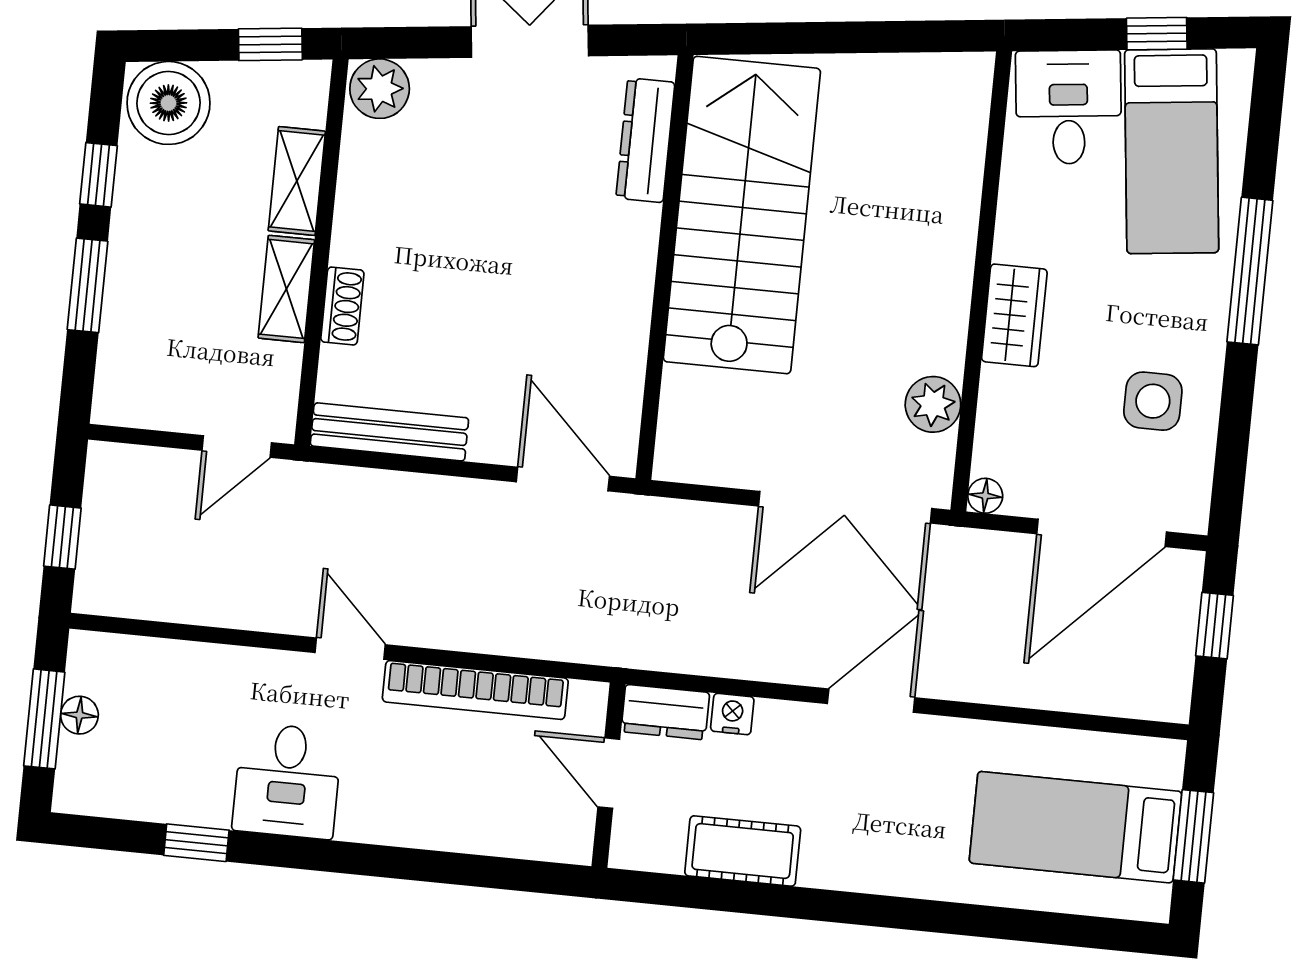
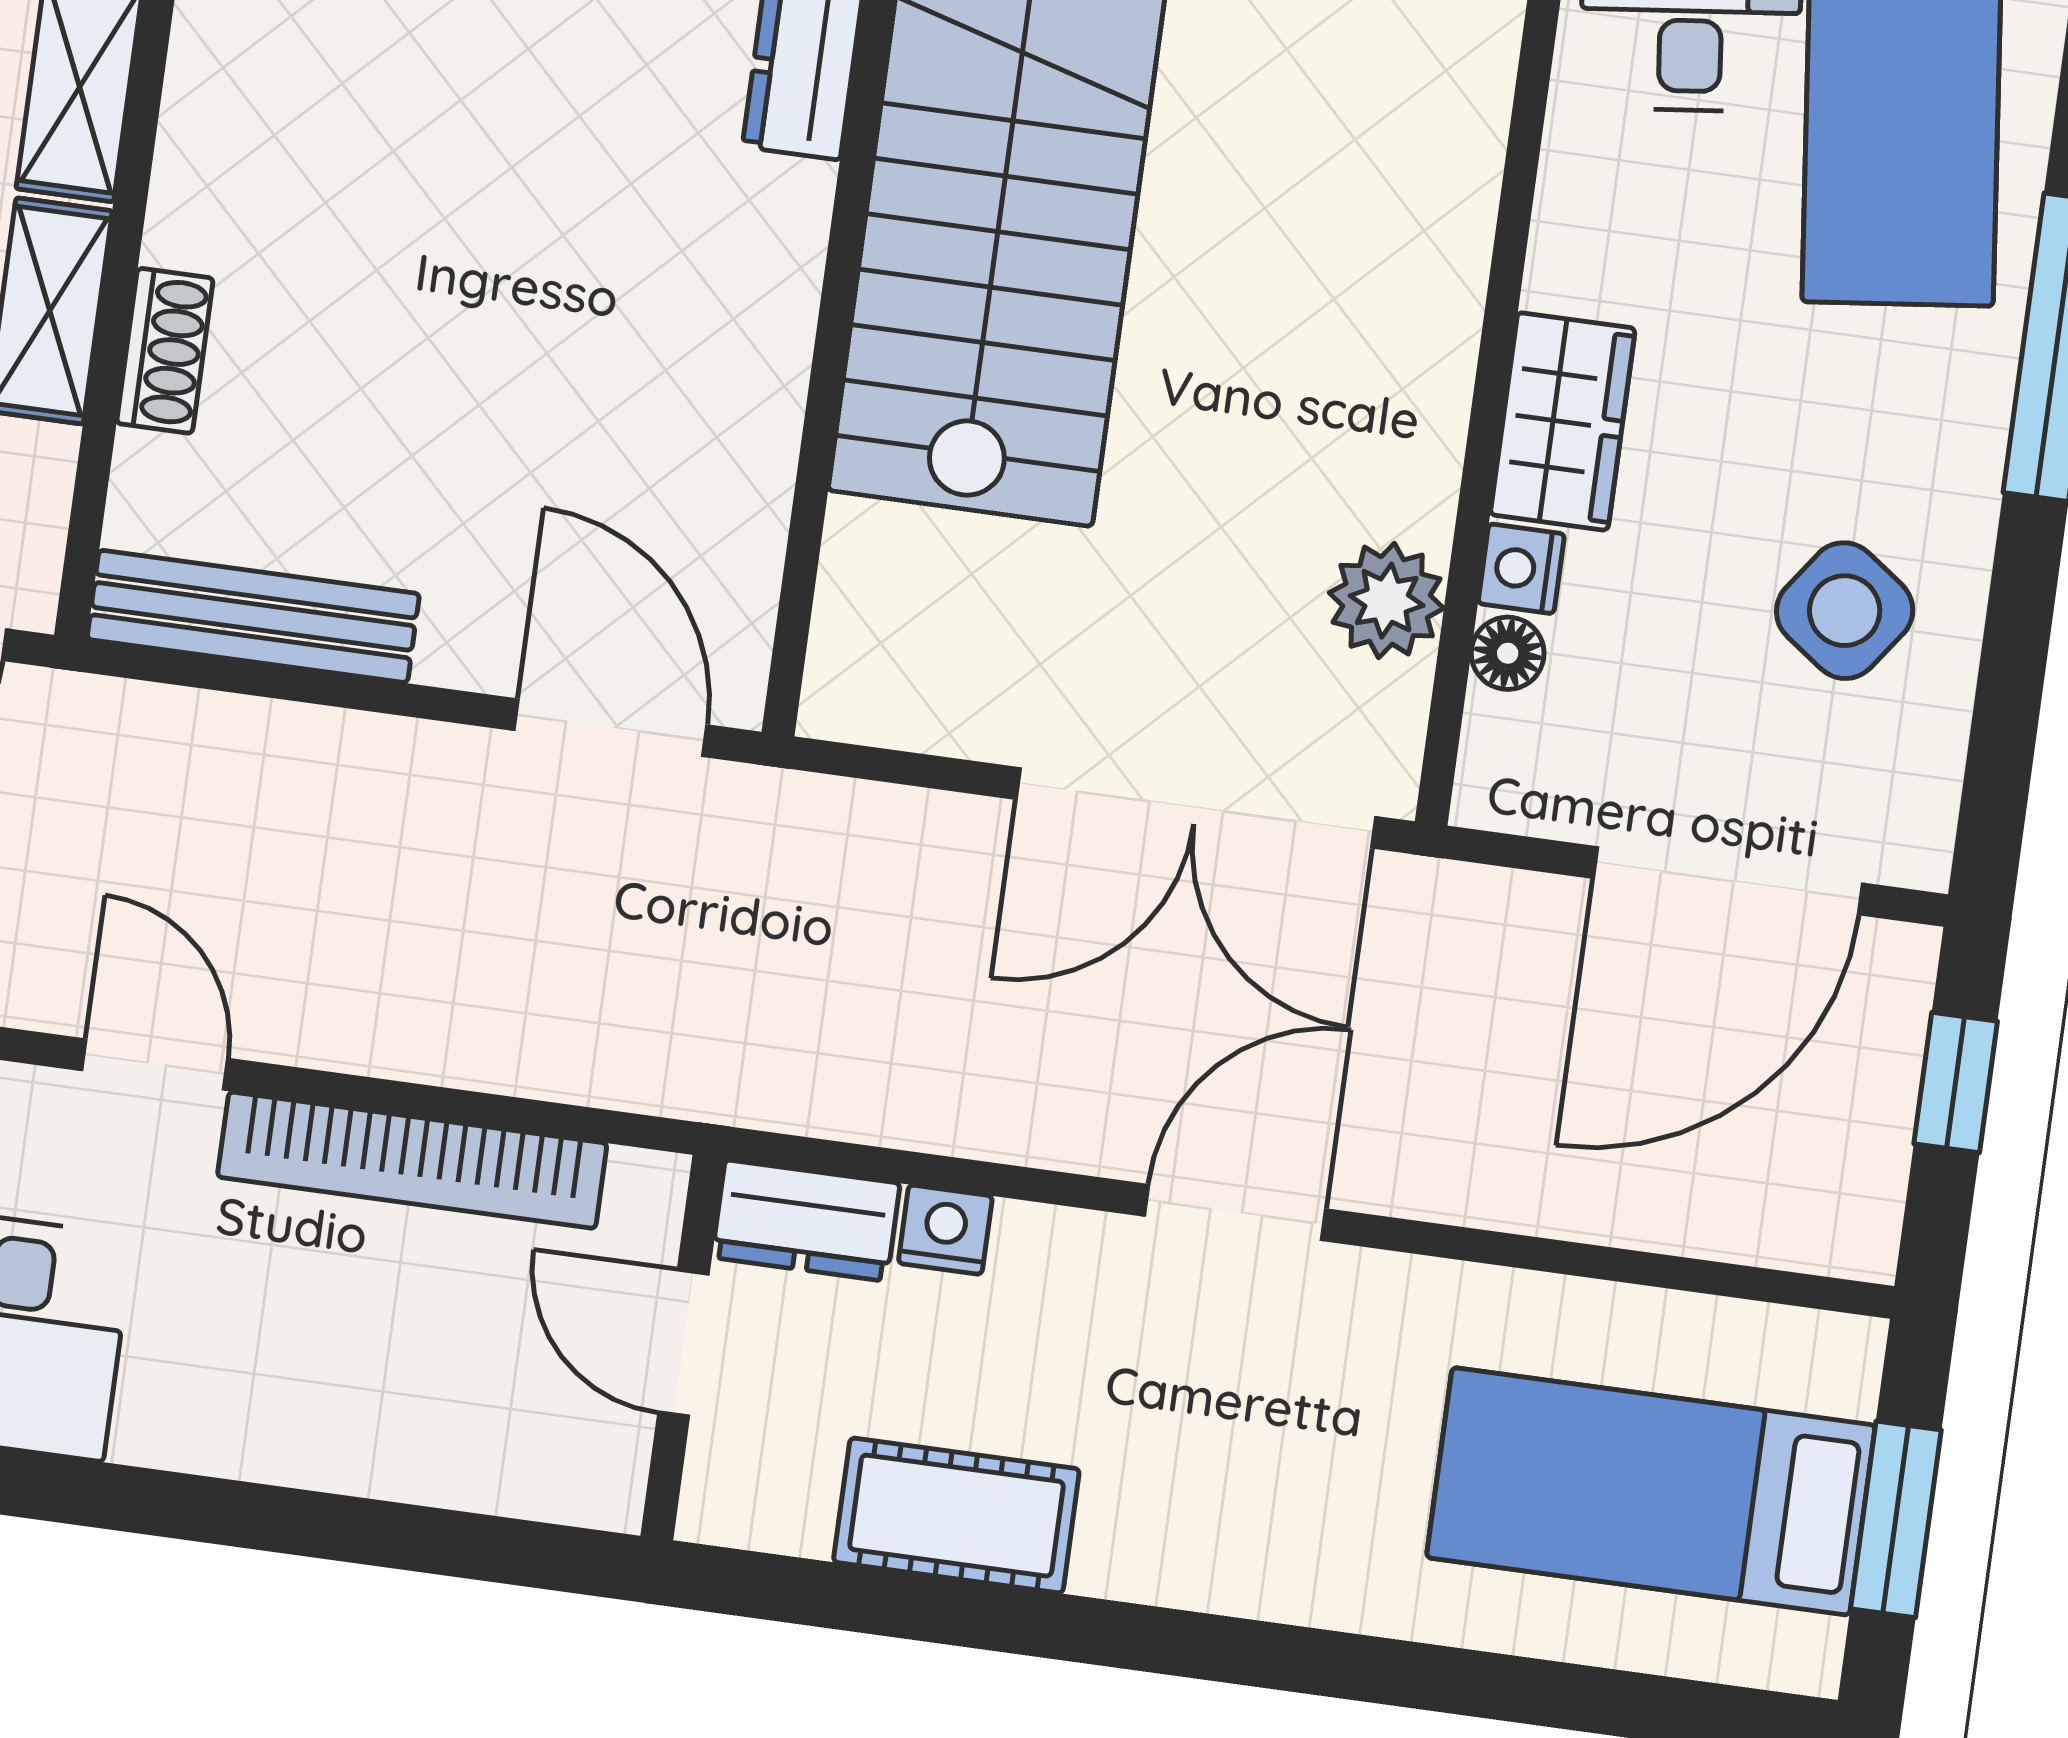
nightstand: (997, 387) -> (1521, 569), added
side table: (1153, 401) -> (1845, 611), turned 36
floor lamp: (985, 496) -> (1508, 653), moved

